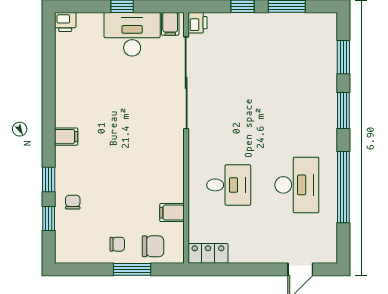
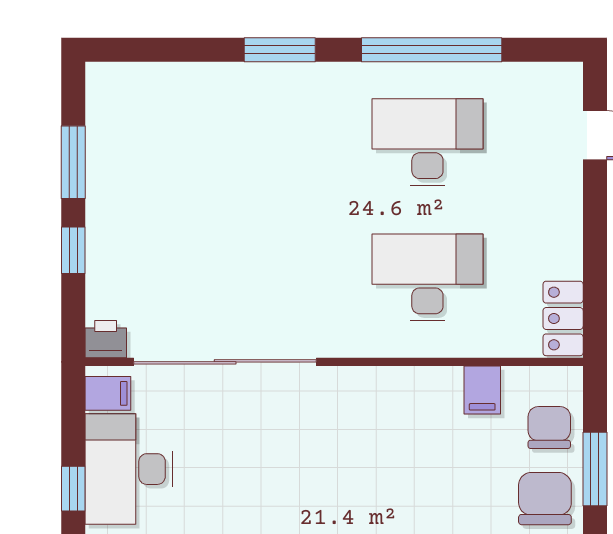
window: (343, 57) -> (174, 50), removed
desk: (229, 185) -> (427, 277), width x1.37
chair: (117, 244) -> (545, 499), width x1.87, depth x1.87

